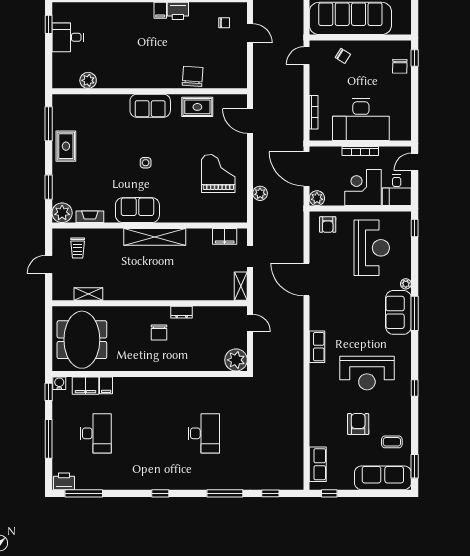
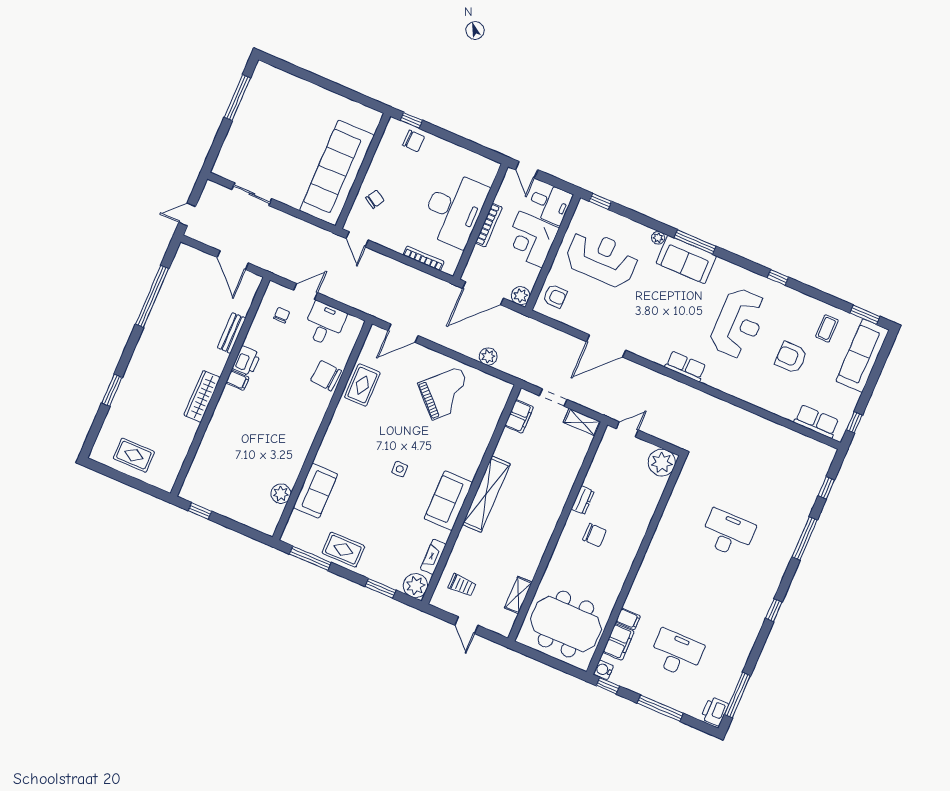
desk: (68, 37) -> (324, 324), moved, turned 180
sofa: (150, 106) -> (315, 491), moved
grand piano: (218, 173) -> (446, 393), turned 135

